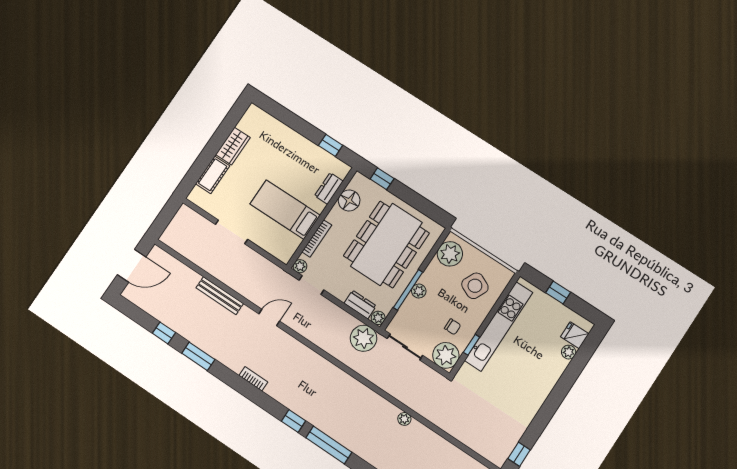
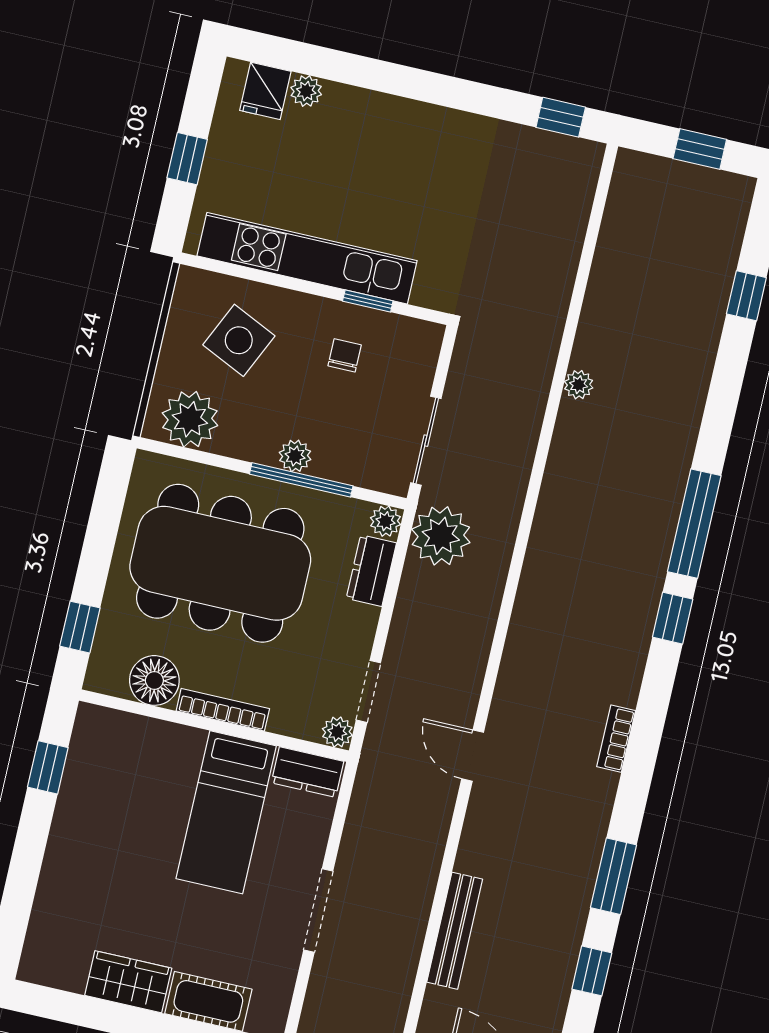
dresser: (329, 188) -> (308, 772), moved
bookcase: (317, 238) -> (223, 710), moved
bench: (220, 296) -> (455, 931), moved
plant: (446, 355) -> (411, 347), removed

